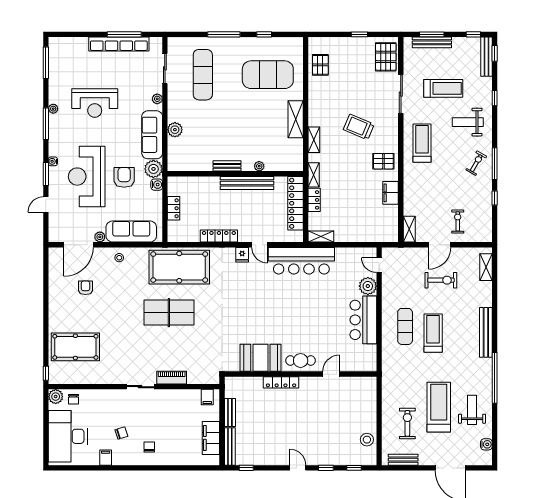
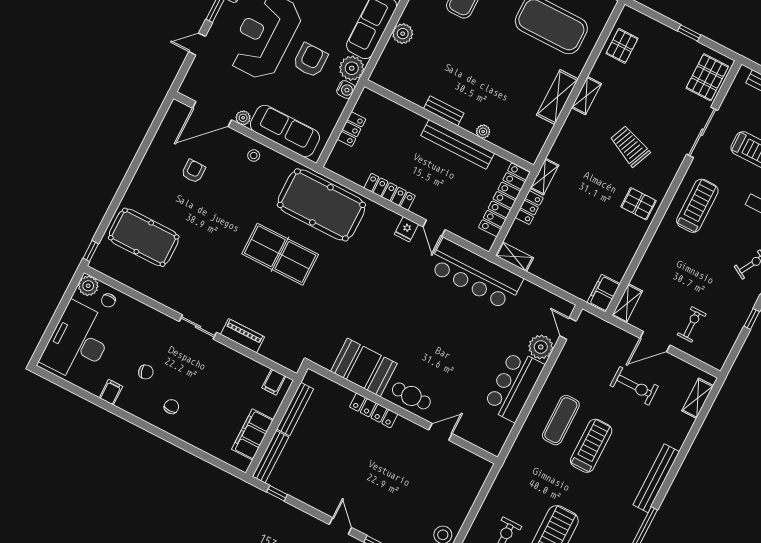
shelving: (314, 140) -> (586, 96), moved
filing cabinet: (391, 193) -> (604, 293), moved
bench: (230, 413) -> (295, 409), width x1.36

